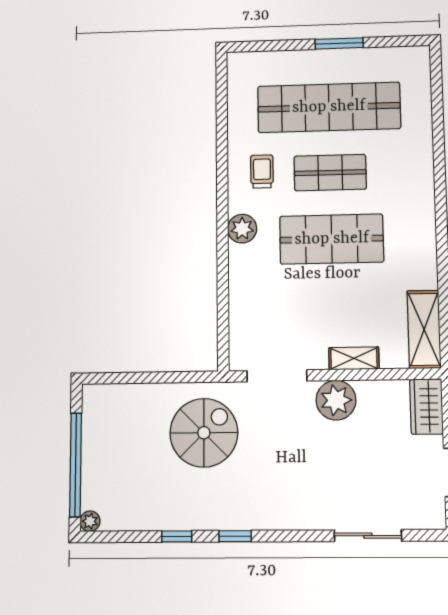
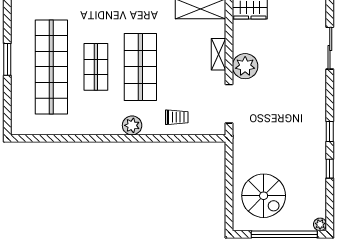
trolley: (262, 172) -> (177, 117), moved, turned 180
spiral stairs: (204, 433) -> (264, 196), moved, turned 180

